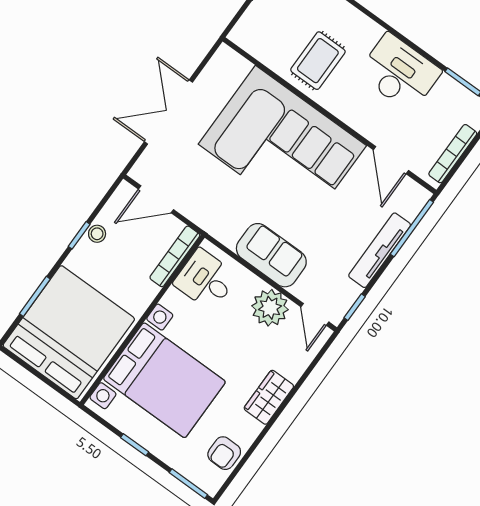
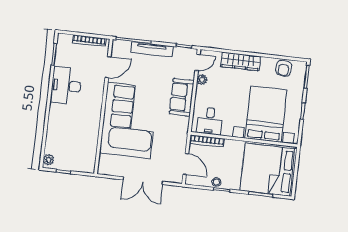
rug: (318, 61) -> (81, 126), removed
plant: (270, 308) -> (202, 79), width x0.53, depth x0.53
wardrobe: (269, 397) -> (241, 61), width x1.50
armchair: (224, 453) -> (284, 68), turned 96

